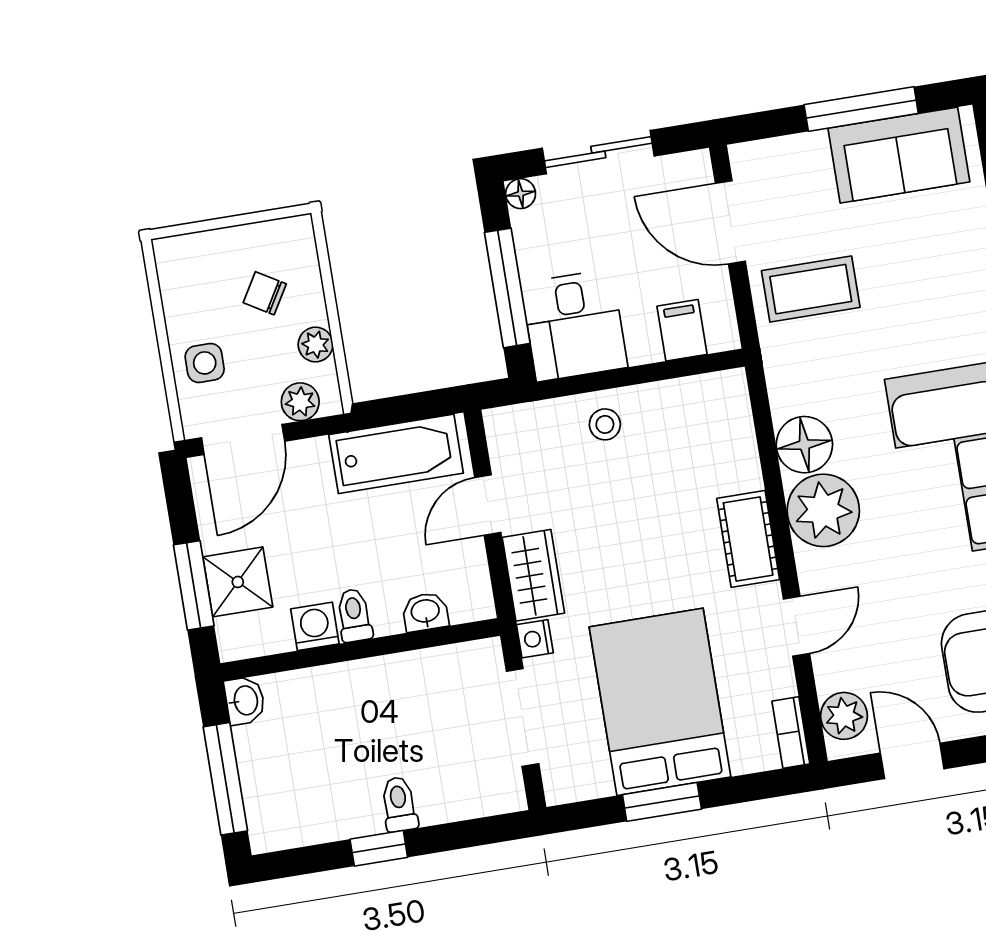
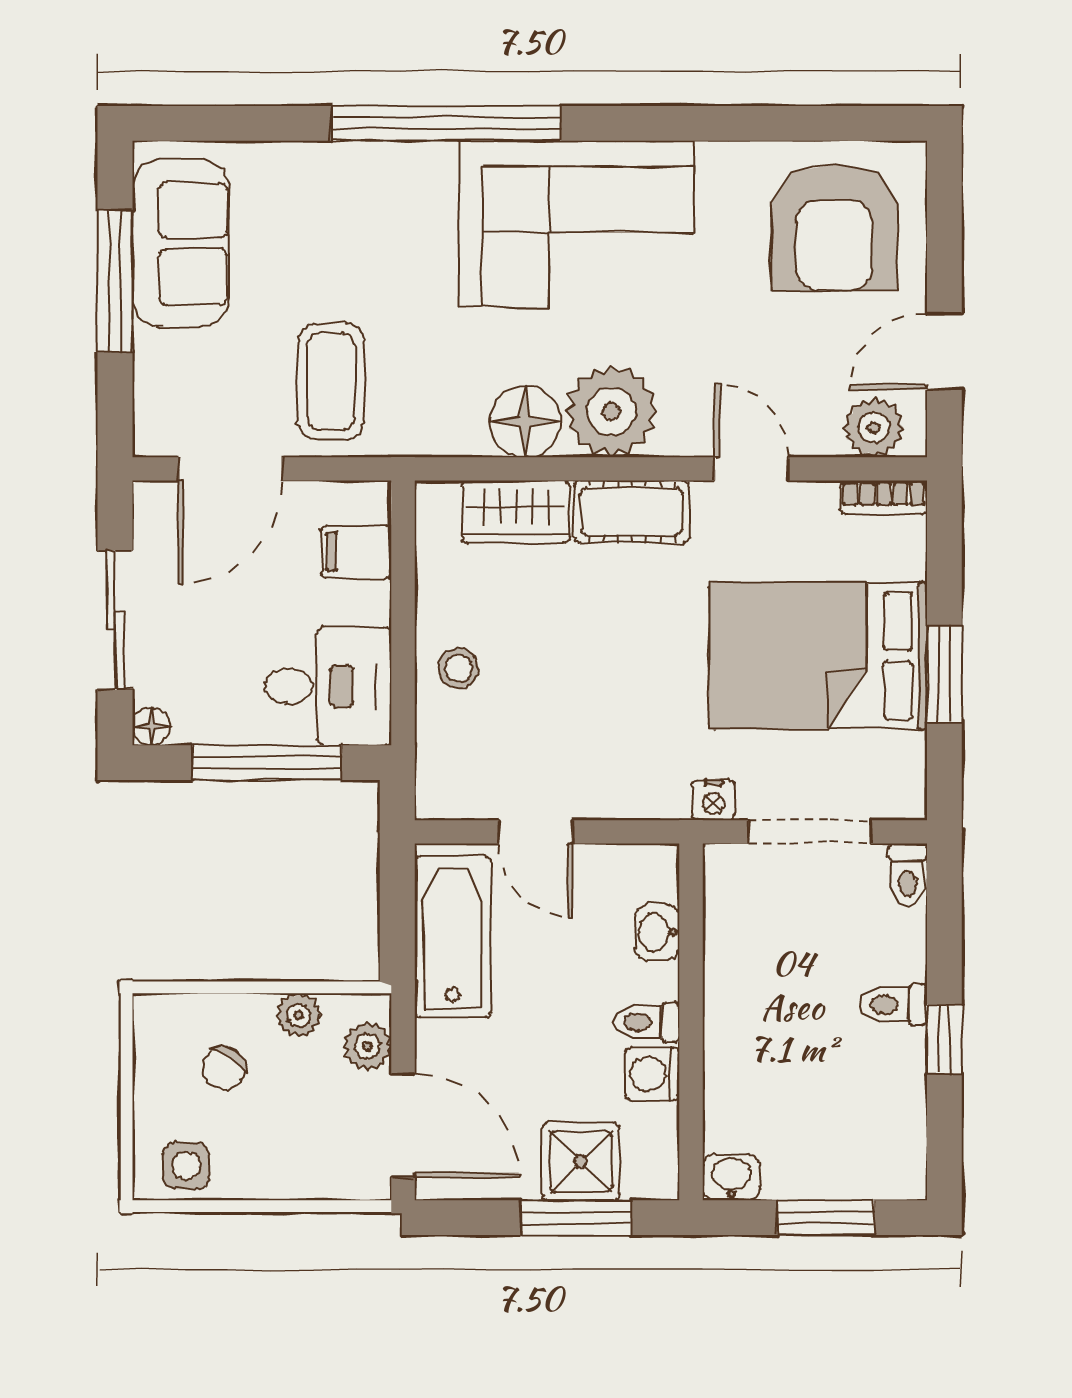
side table: (205, 363) -> (186, 1166), moved
wardrobe: (533, 575) -> (516, 512), moved, turned 180
window: (225, 779) -> (826, 1218), width x0.69
toilet: (502, 799) -> (908, 875), added

